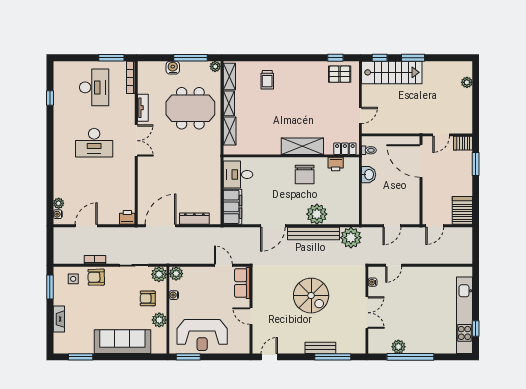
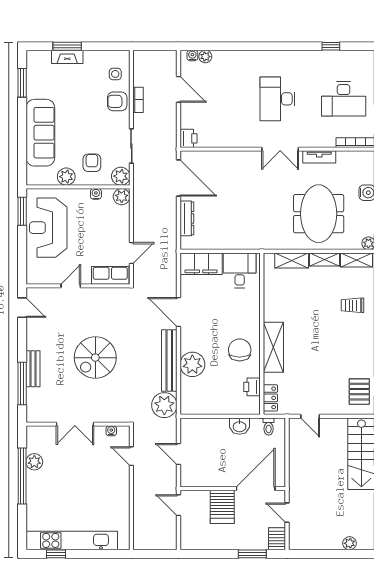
chair: (305, 174) -> (240, 350), turned 90
server rack: (462, 210) -> (222, 507), moved, turned 90
armchair: (96, 277) -> (117, 101), turned -89
window: (50, 287) -> (67, 46), moved

